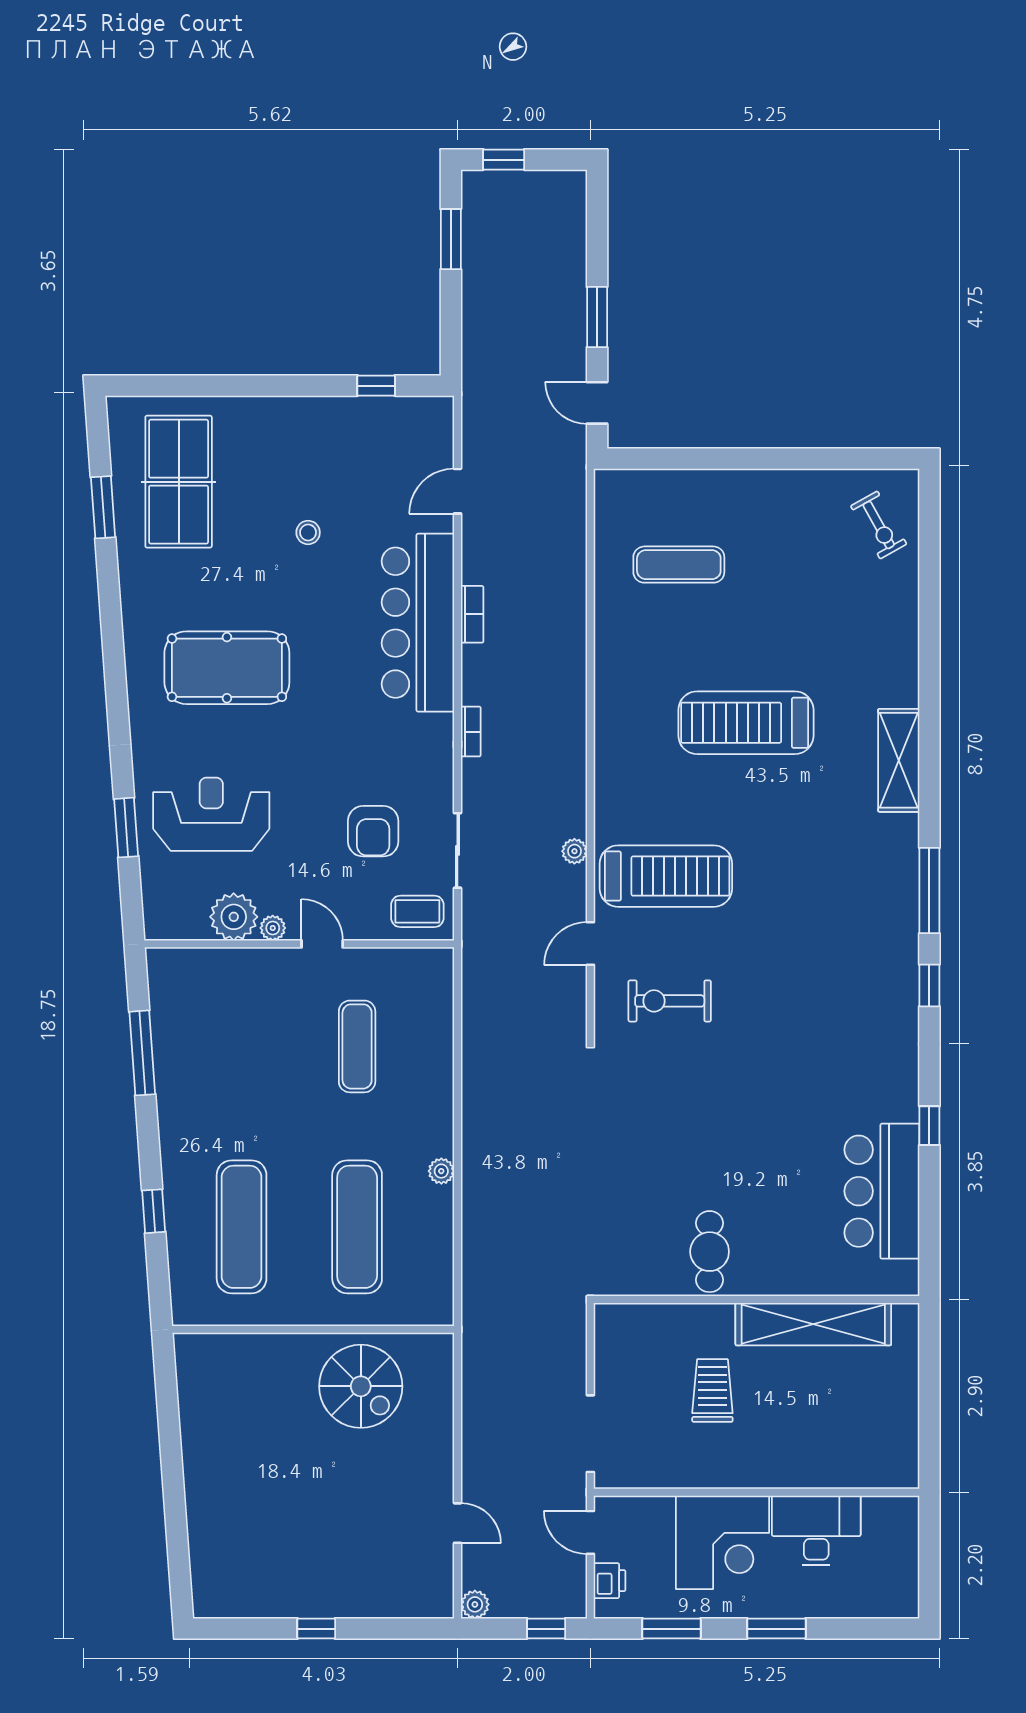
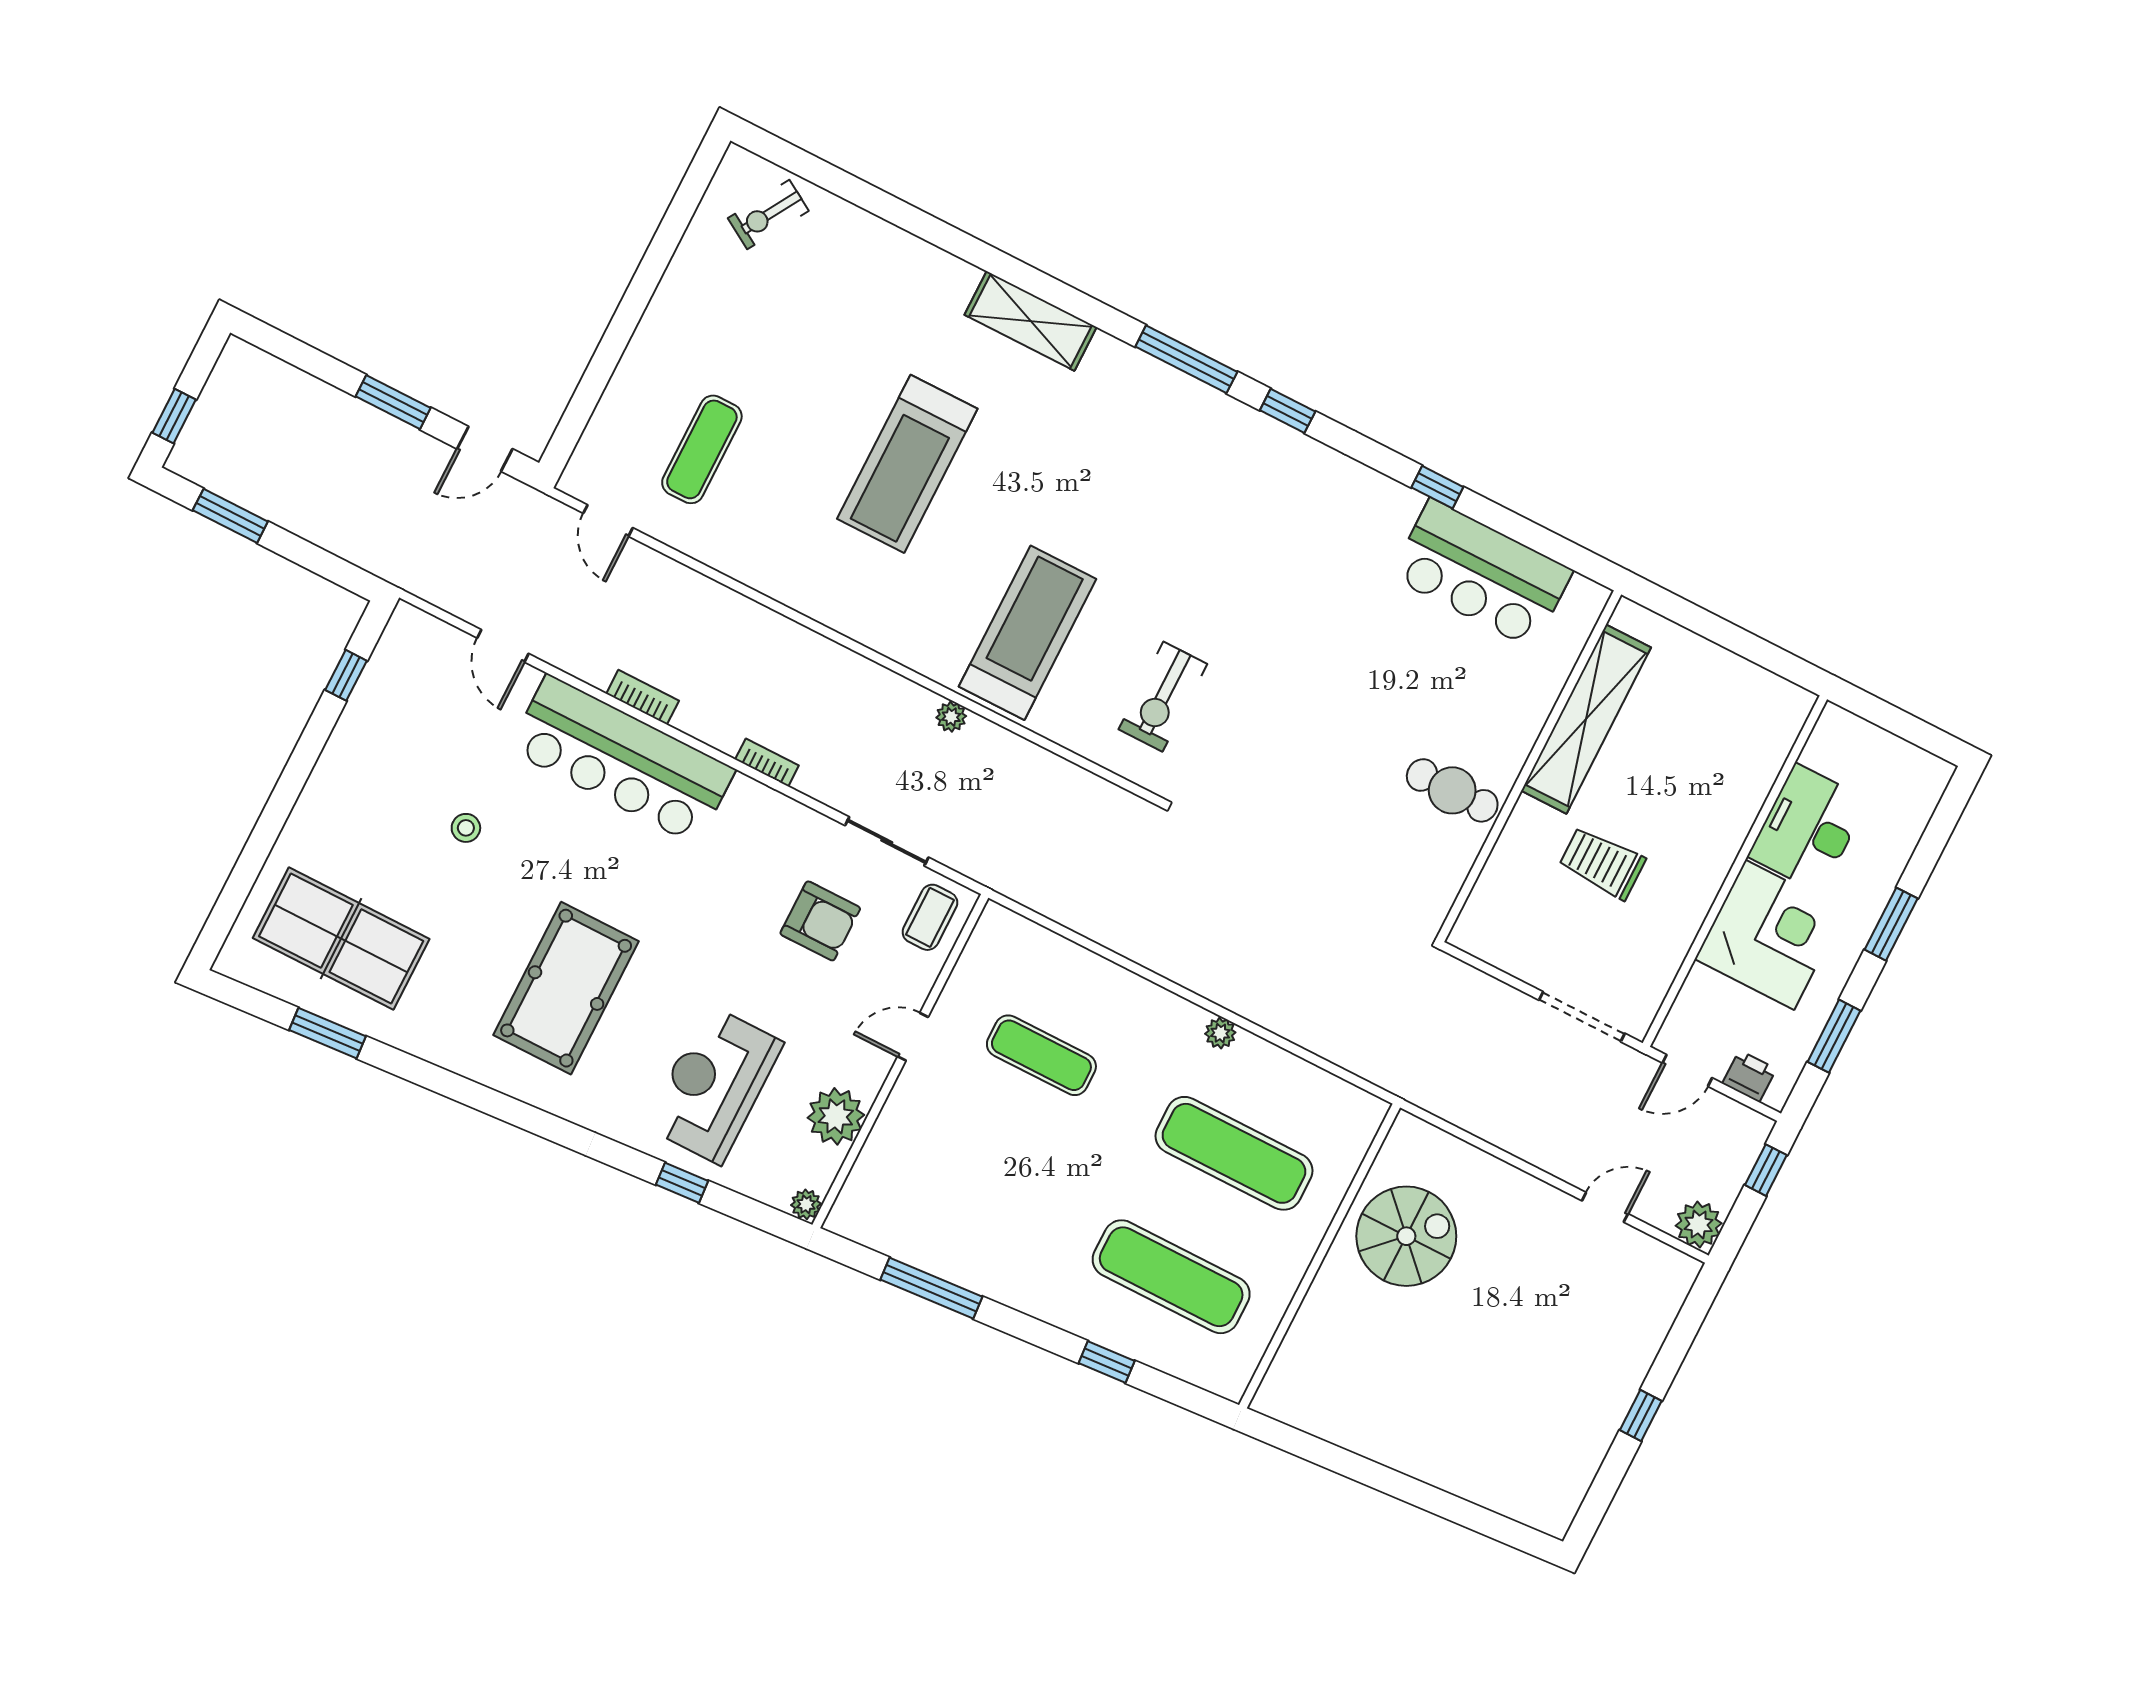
exercise bike: (879, 525) -> (768, 215), turned 150
window: (126, 828) -> (682, 1183), width x0.67
plant: (273, 928) -> (806, 1204), moved
door: (590, 943) -> (608, 521), moved
plant: (475, 1604) -> (1699, 1224), width x1.38, depth x1.38

